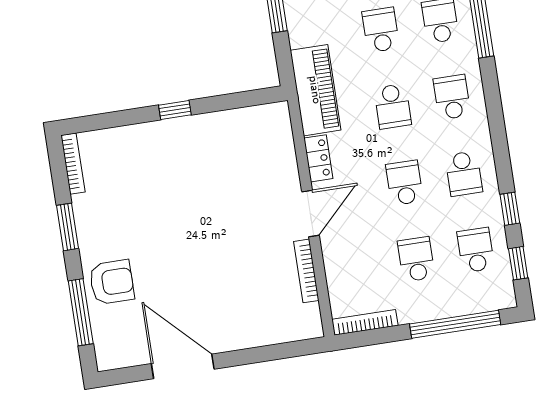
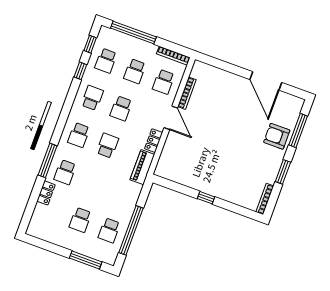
school desk: (381, 30) -> (164, 82), moved
piano: (315, 90) -> (142, 167), width x0.73, depth x0.75
door: (310, 214) -> (171, 118), swing flipped

